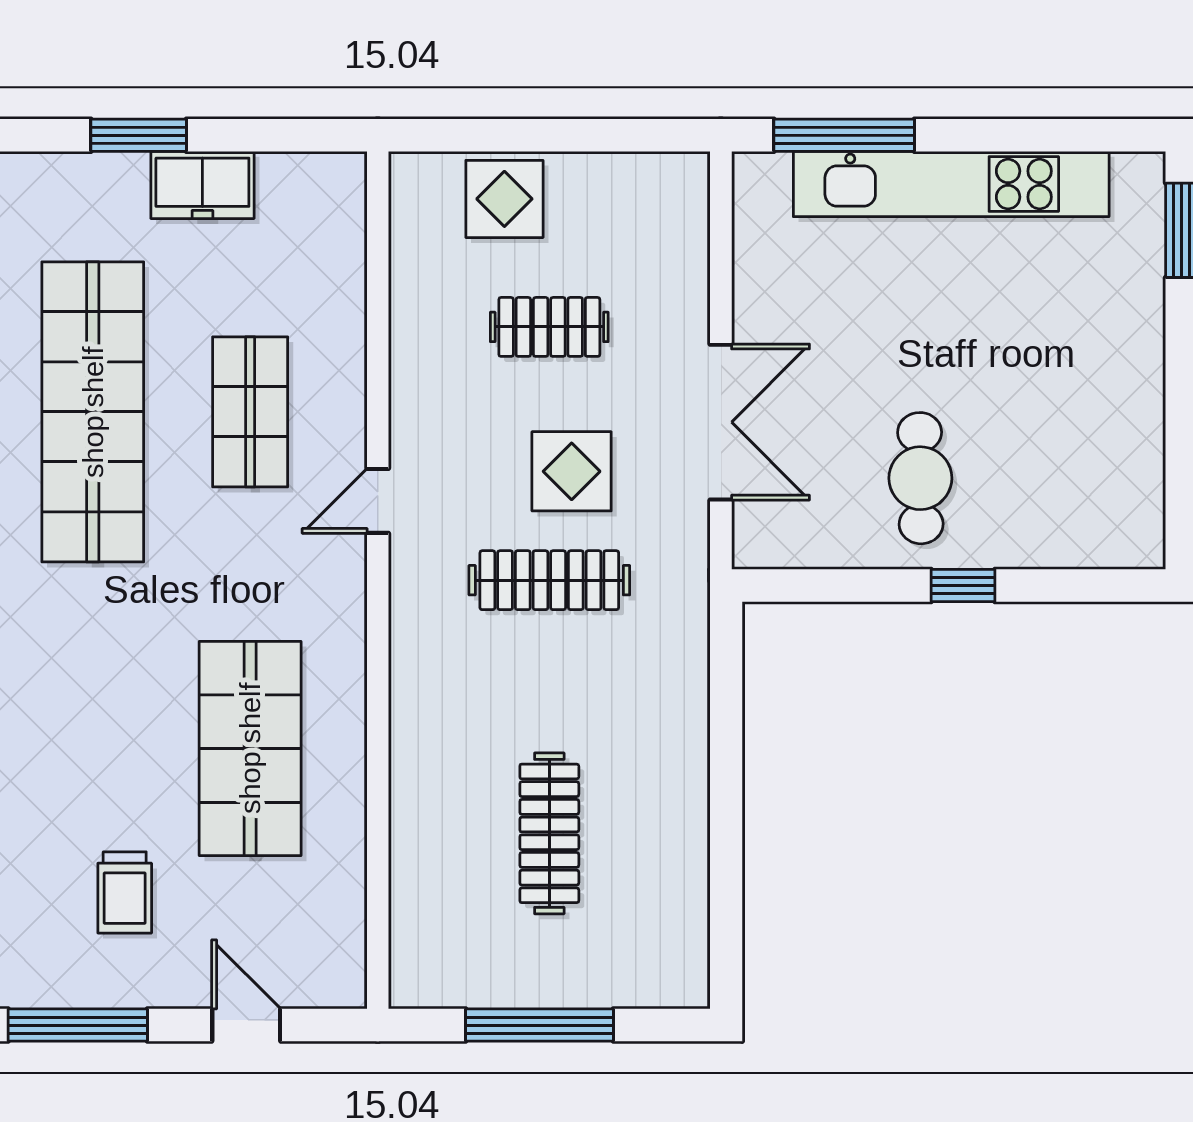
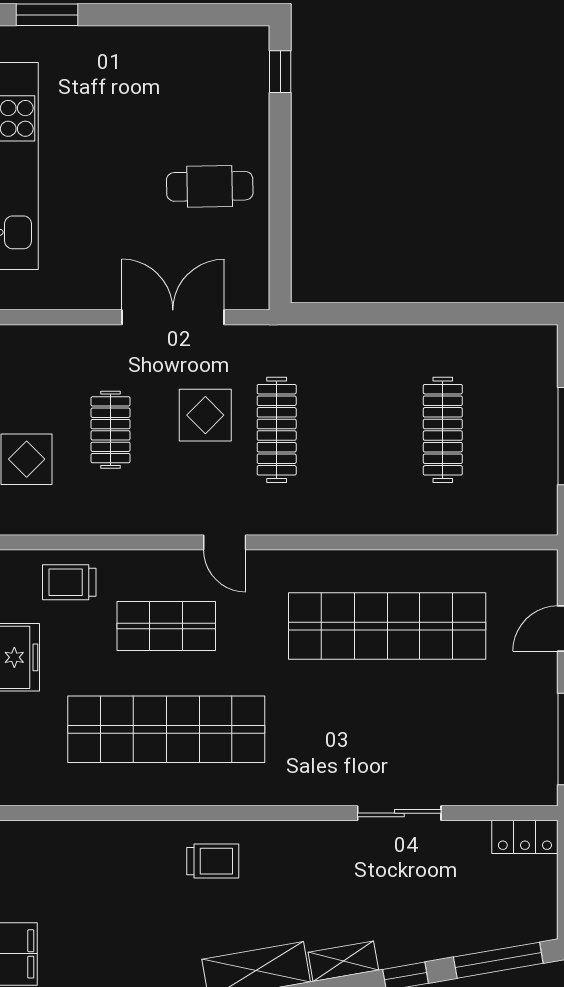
window: (963, 586) -> (280, 72), moved
shop shelf: (250, 748) -> (387, 626), width x1.40
clothes rail: (549, 833) -> (443, 430), turned 90
trolley: (125, 892) -> (69, 582), moved, turned 180

